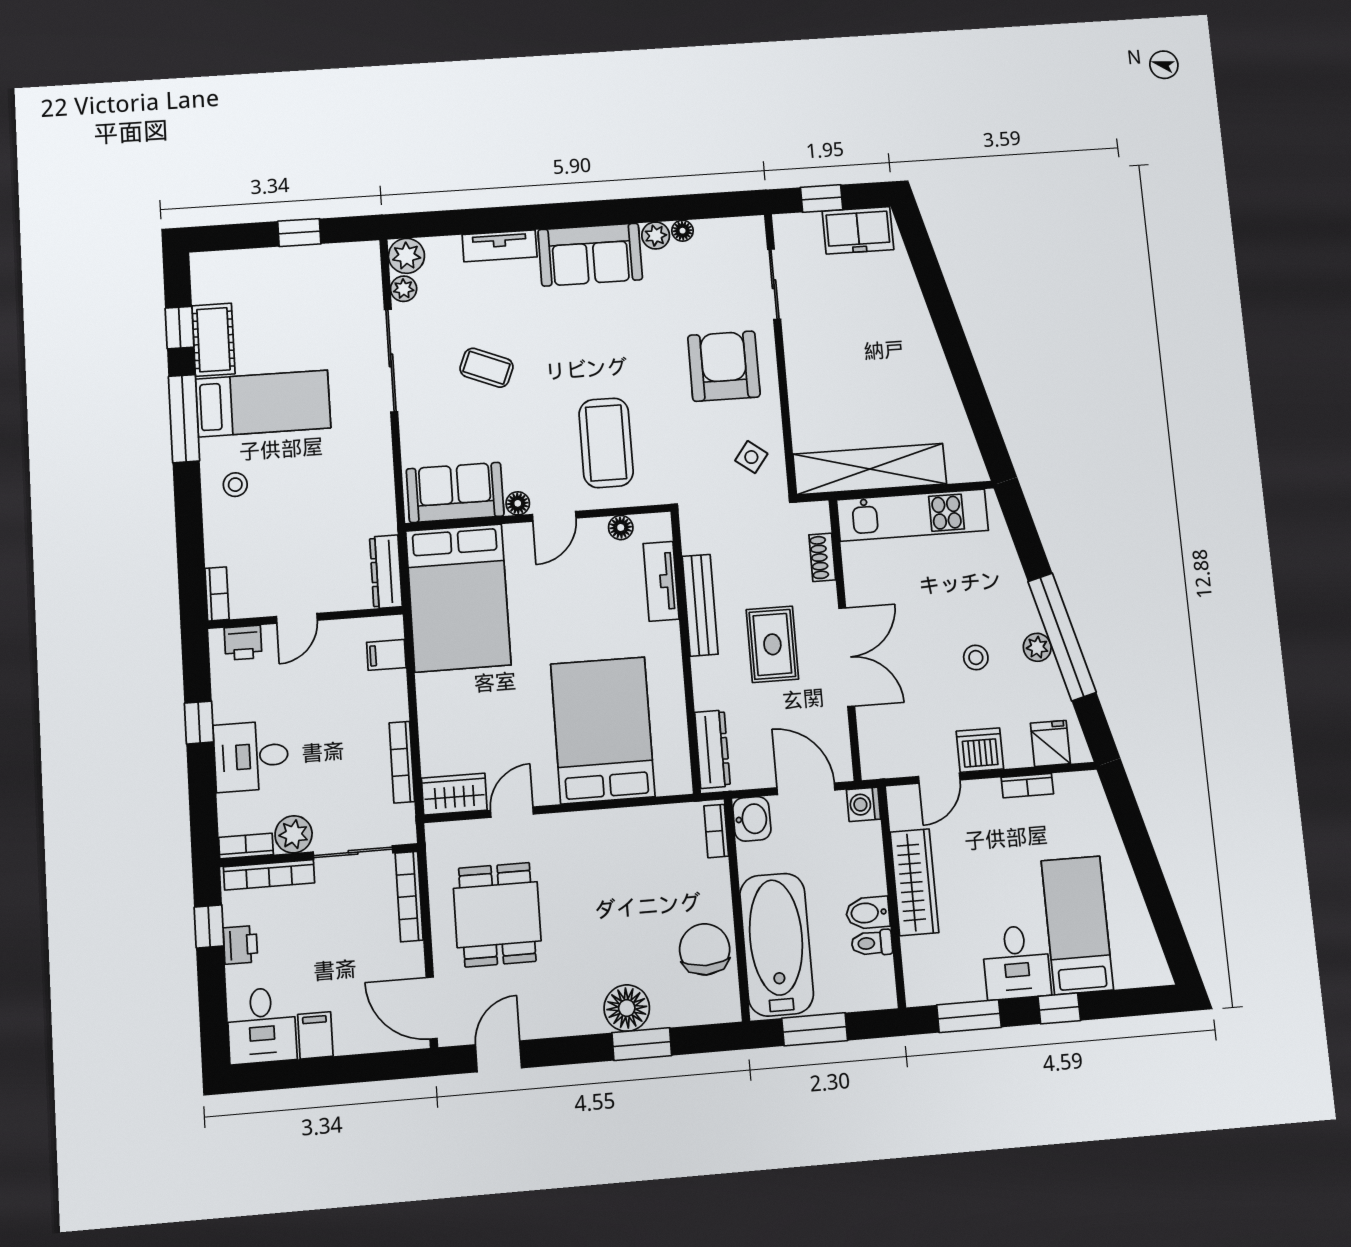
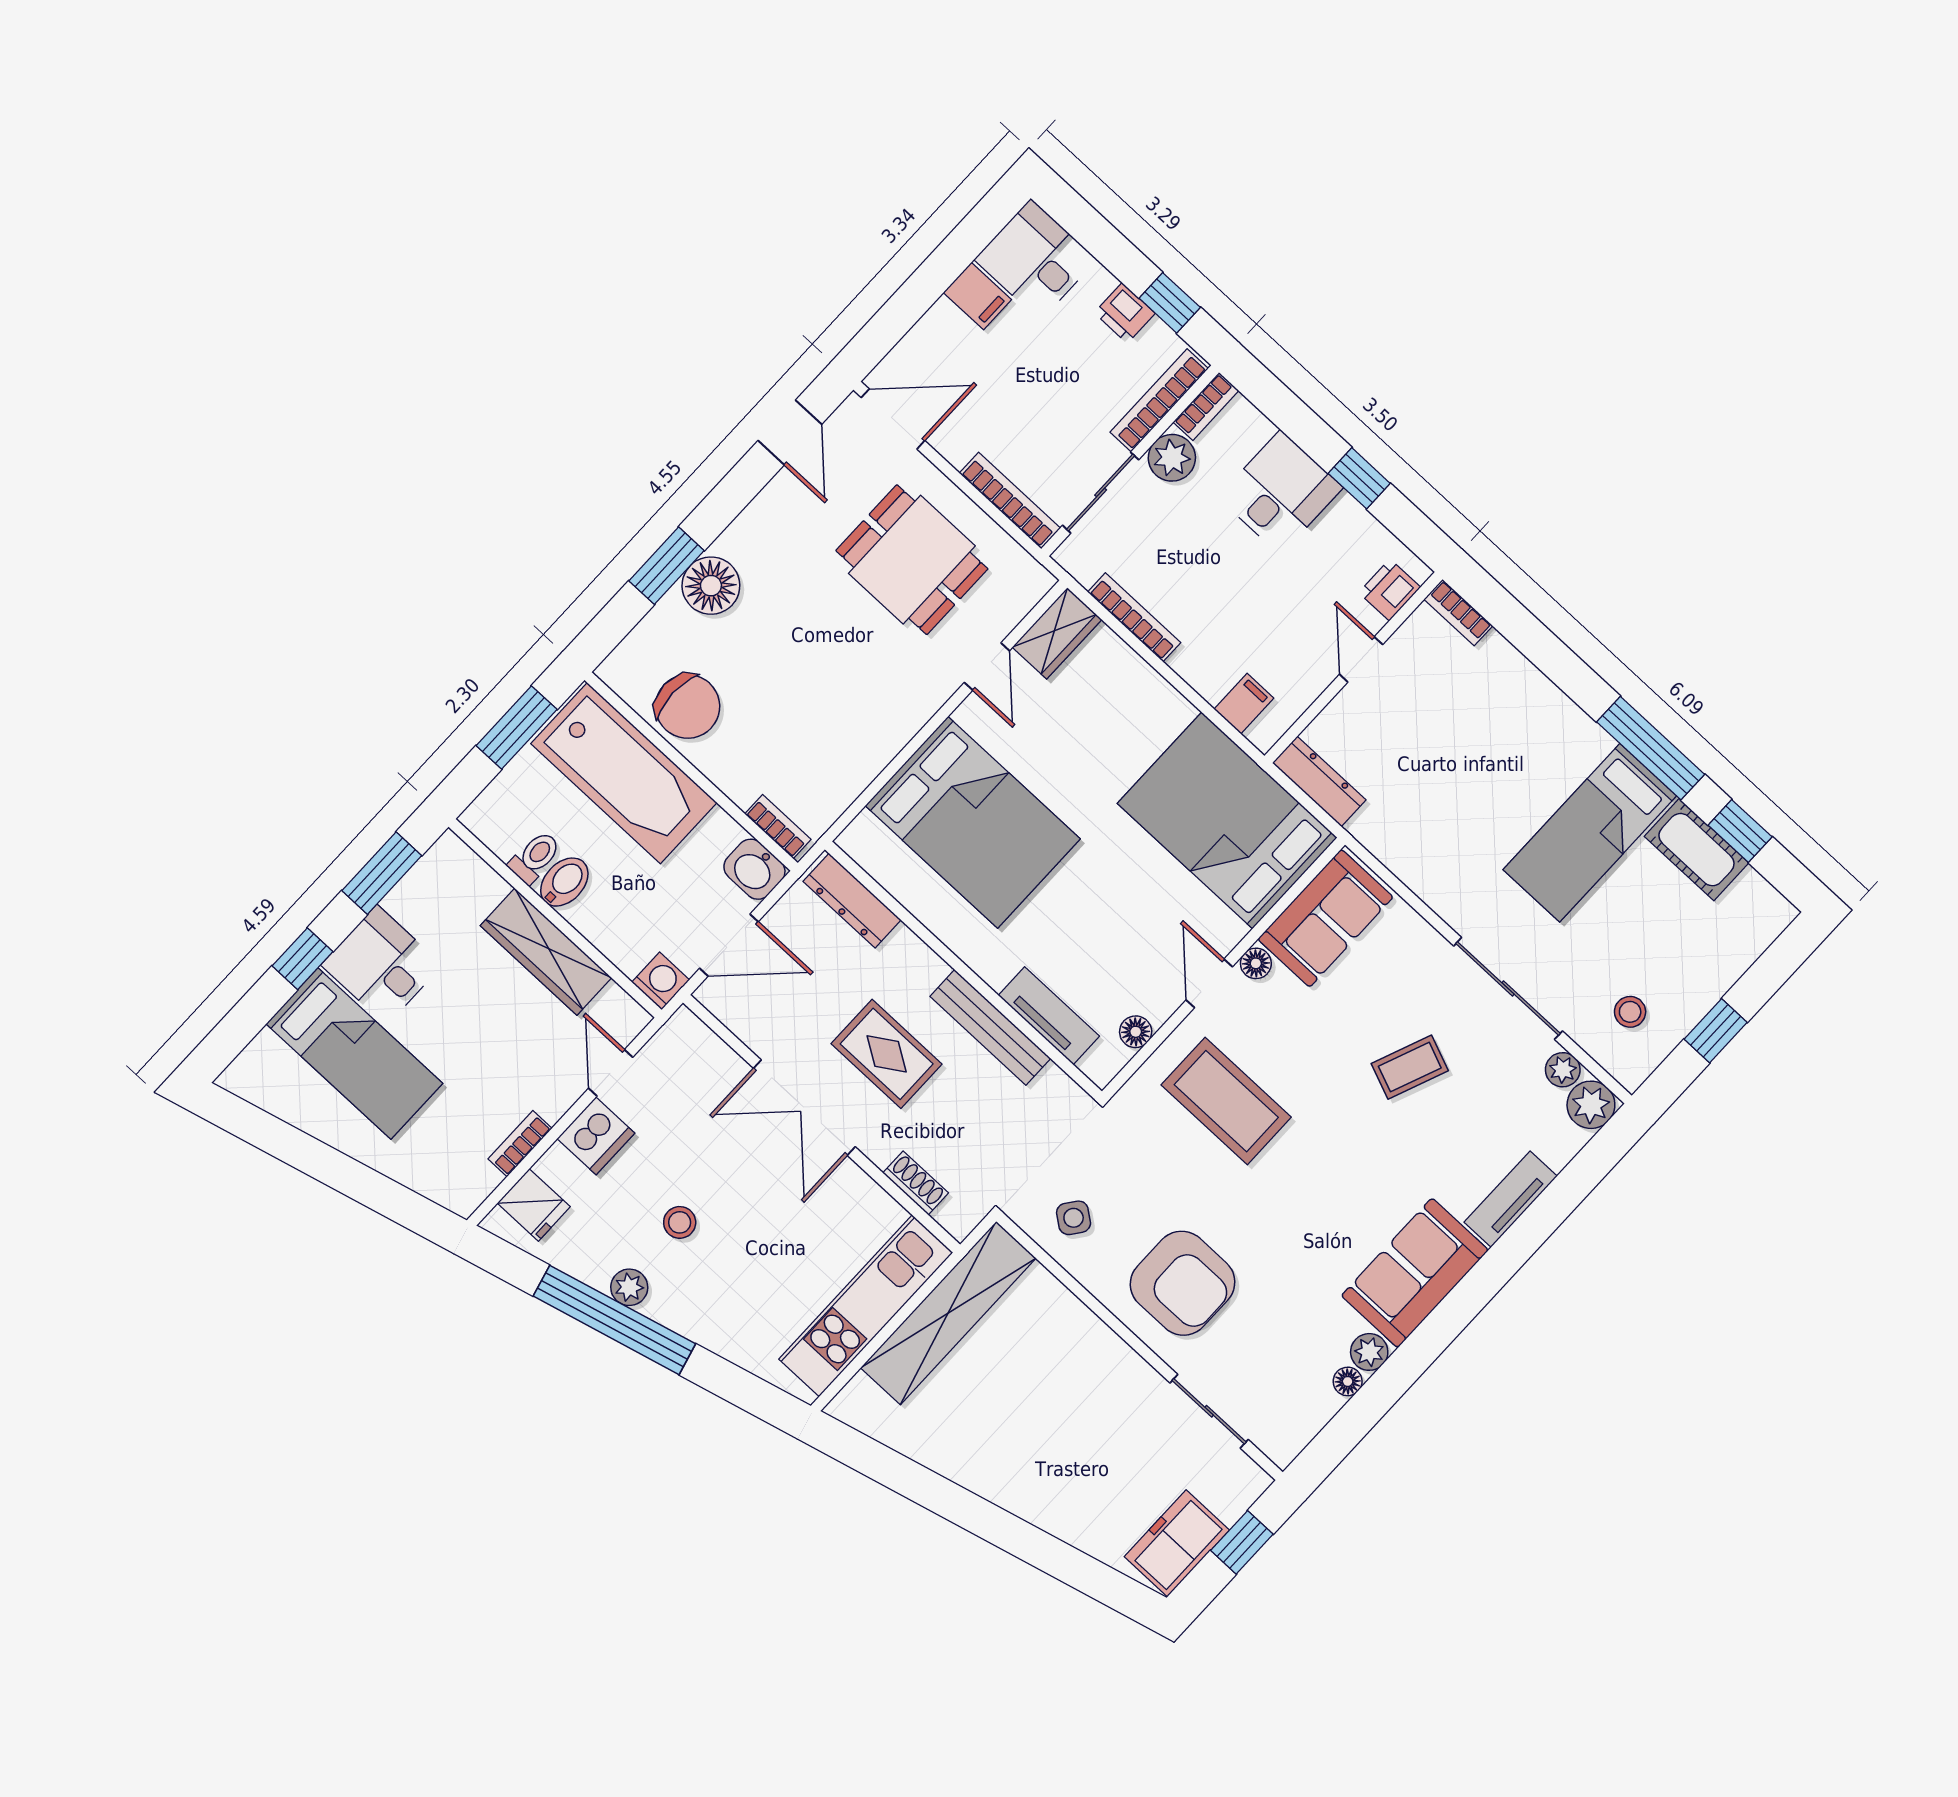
stool: (235, 485) -> (1630, 1012), moved

